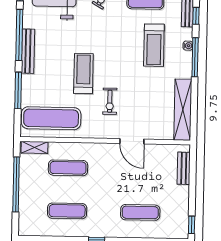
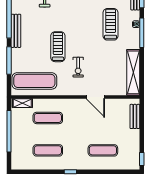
treadmill: (154, 45) -> (111, 24), turned 180

